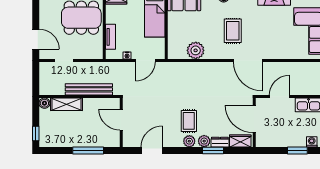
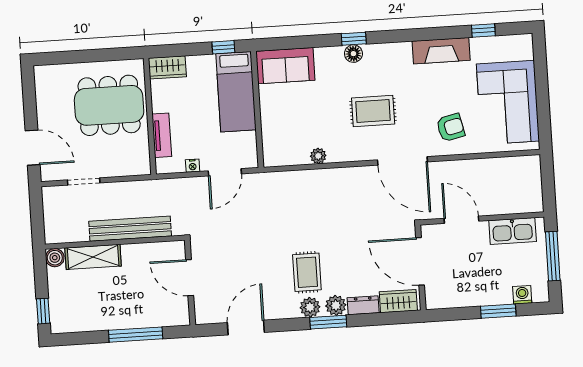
rug: (233, 31) -> (373, 111), turned 90
armchair: (277, 43) -> (451, 128), added
plant: (196, 50) -> (318, 156), width x0.53, depth x0.53
door: (280, 97) -> (461, 220), hinge flipped
window: (213, 150) -> (328, 322), moved

